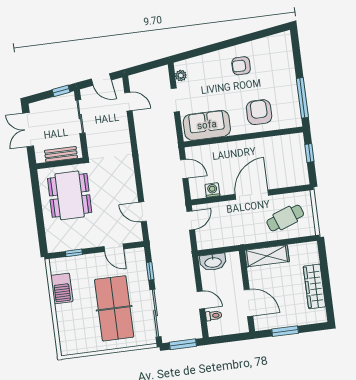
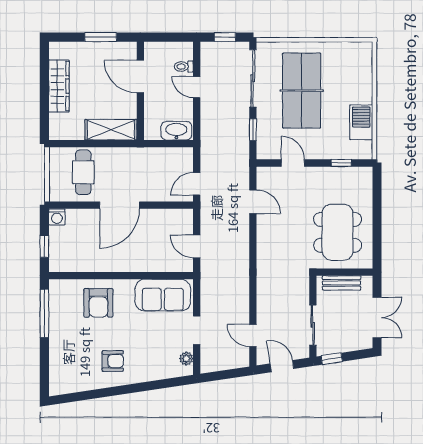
washing machine: (212, 190) -> (57, 217), moved
cafe table: (285, 218) -> (83, 172), turned -70
window: (183, 344) -> (225, 37), width x0.67

